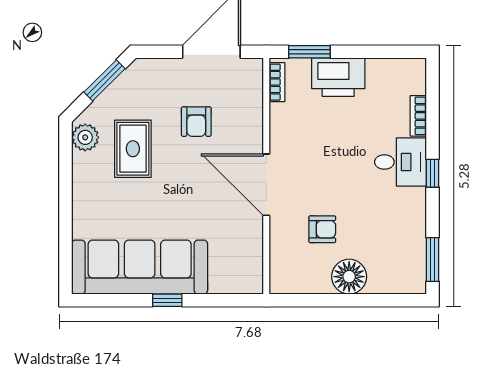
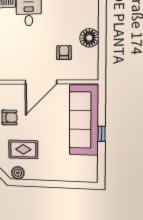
sofa: (140, 267) -> (84, 120), moved

